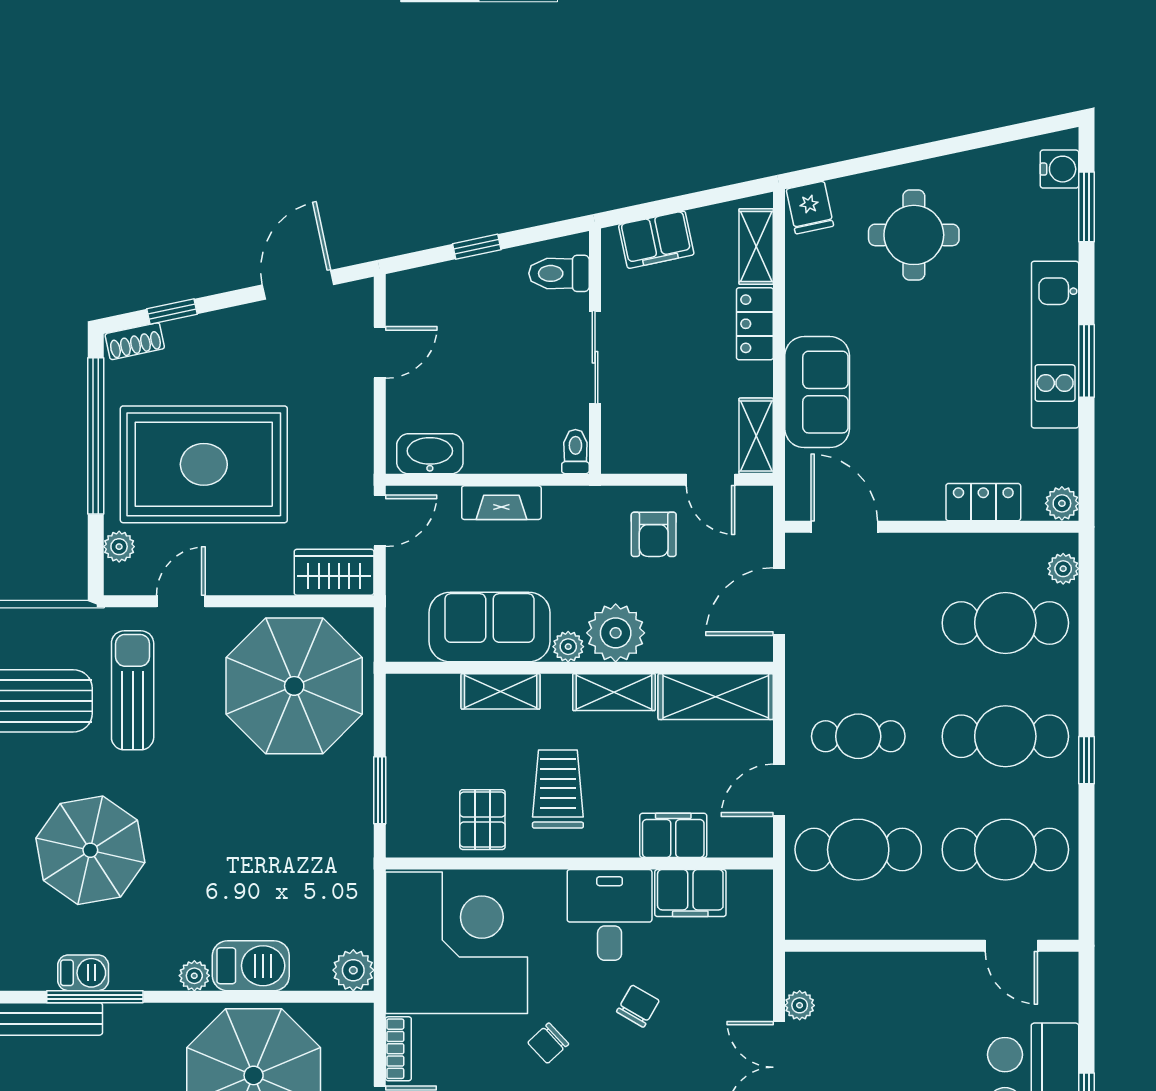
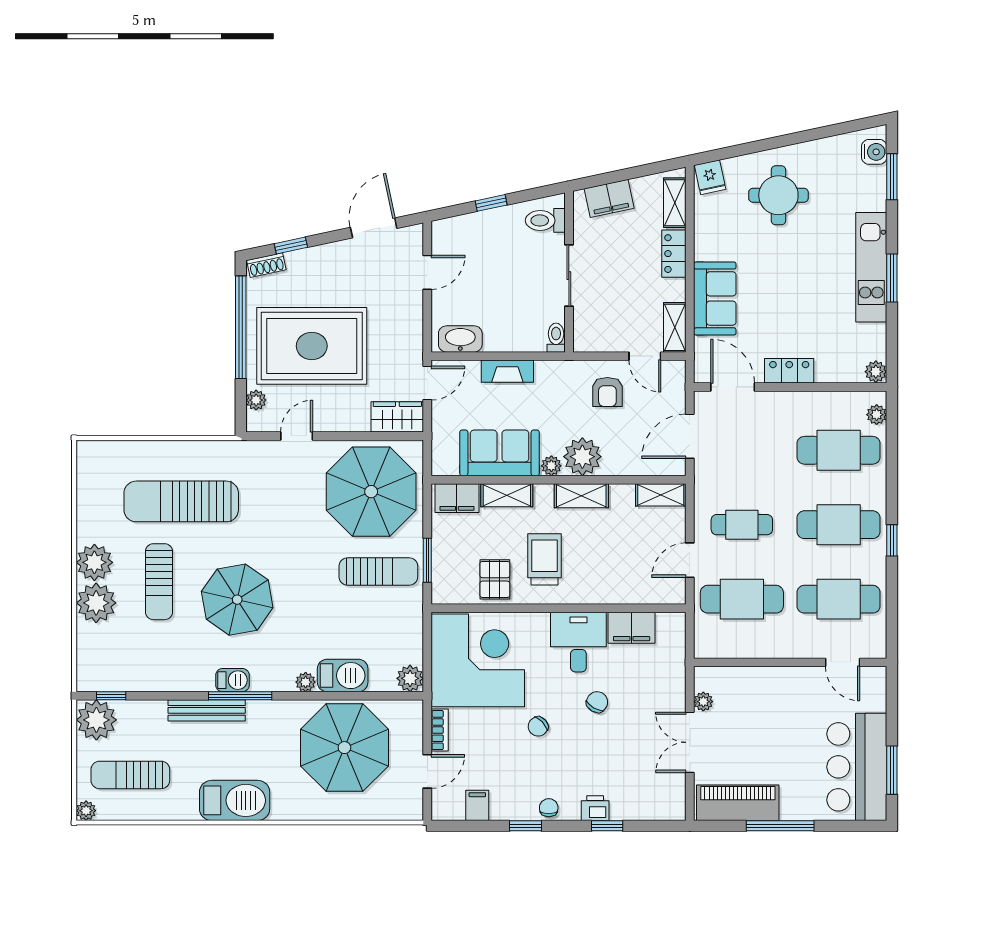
locker: (983, 502) -> (789, 371), moved
sun lounger: (133, 690) -> (378, 571), moved, turned 90
shelving: (716, 697) -> (661, 495), width x0.67, depth x0.75
filing cabinet: (673, 835) -> (457, 498), moved, turned 180

